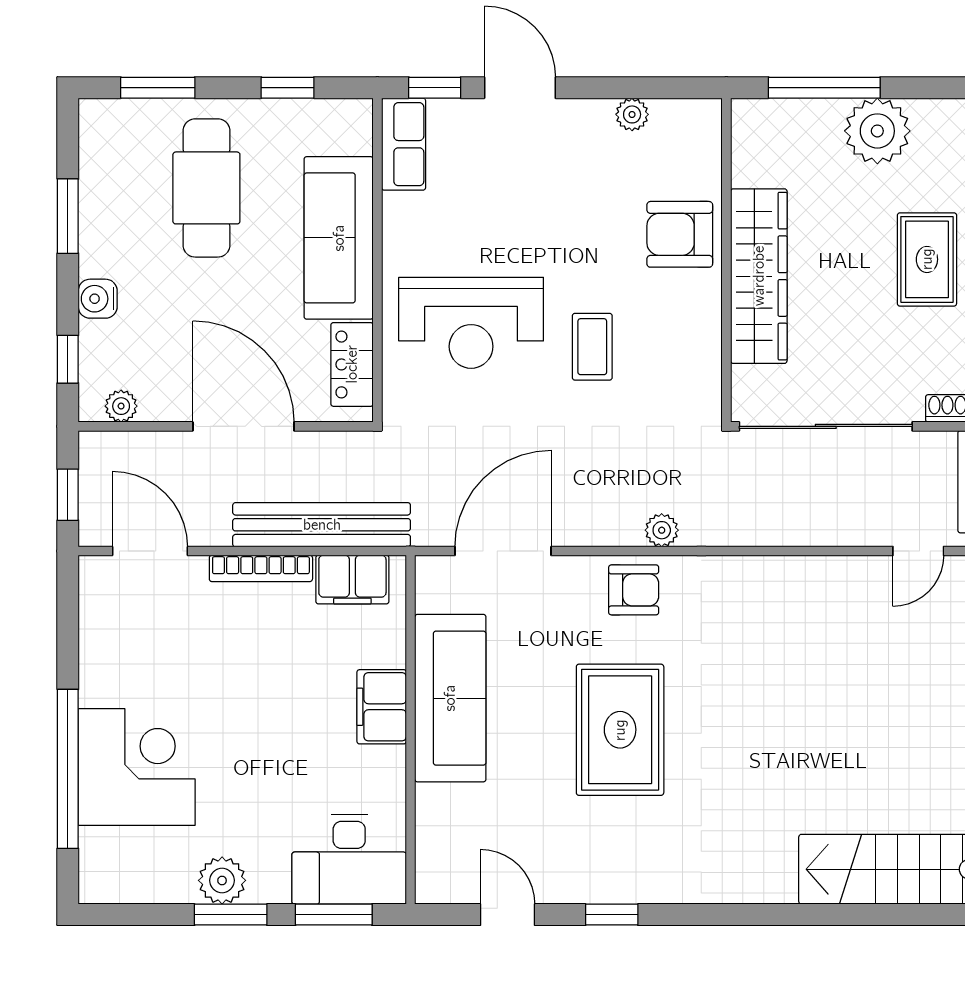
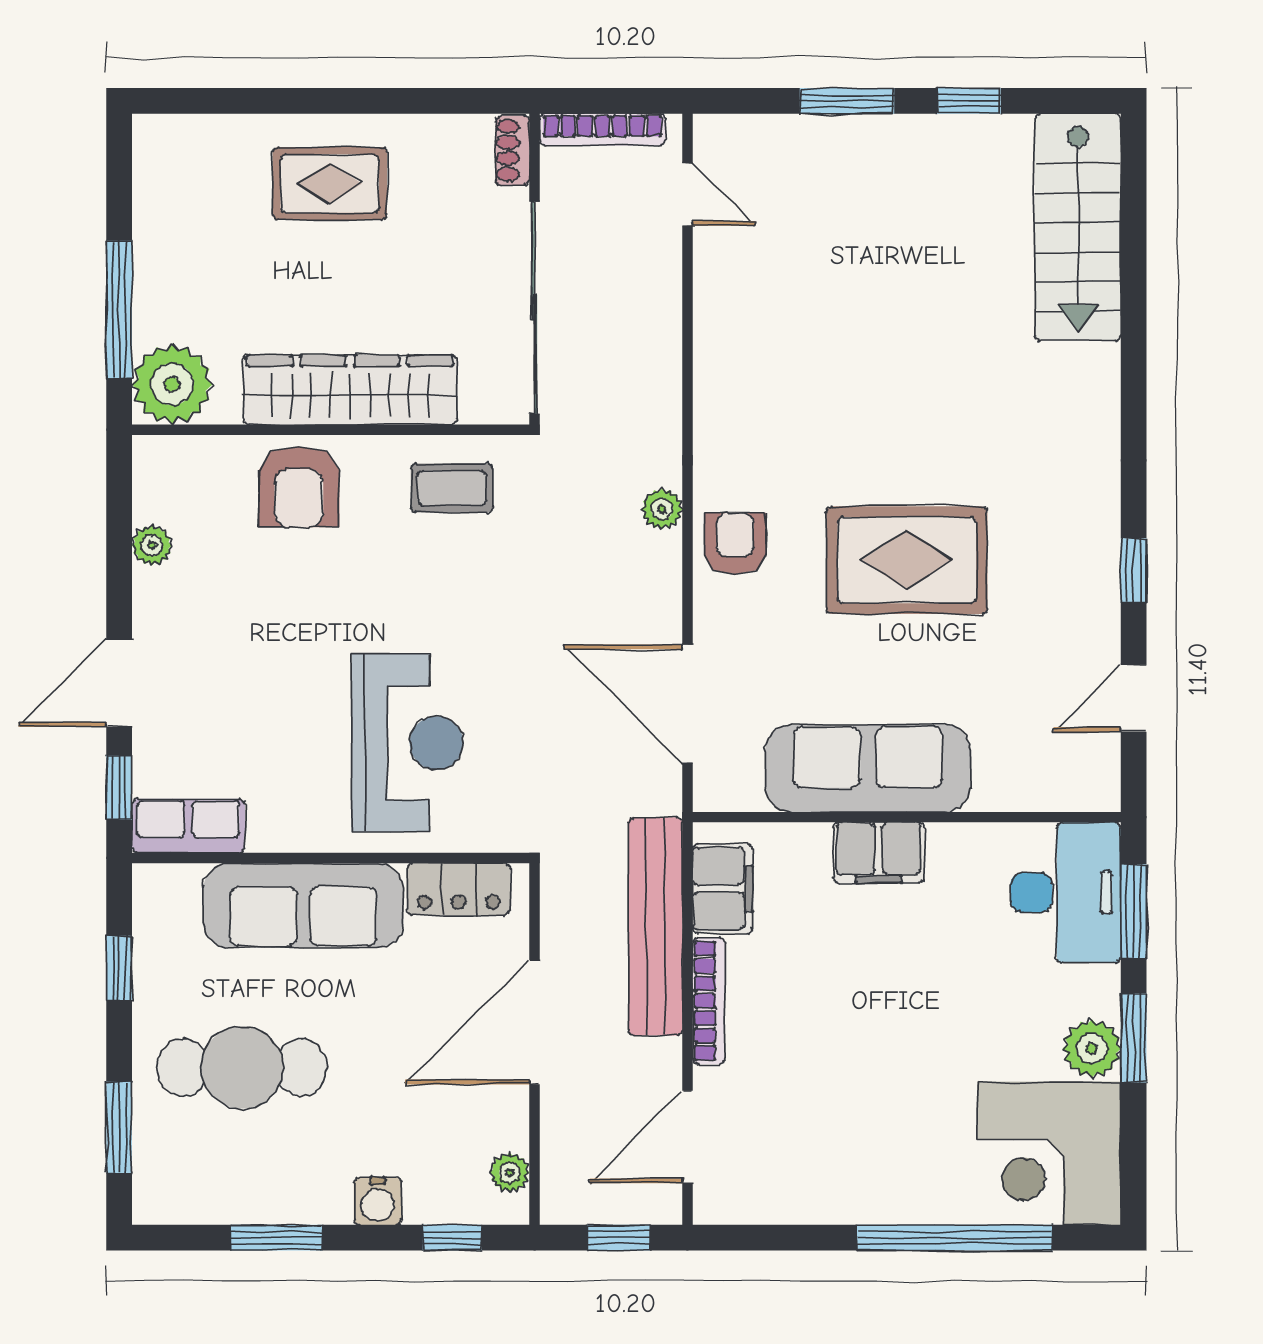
plant: (877, 131) -> (172, 384), moved
coffee table: (592, 347) -> (452, 488), moved
corner desk: (137, 767) -> (1049, 1153), moved, turned -90

